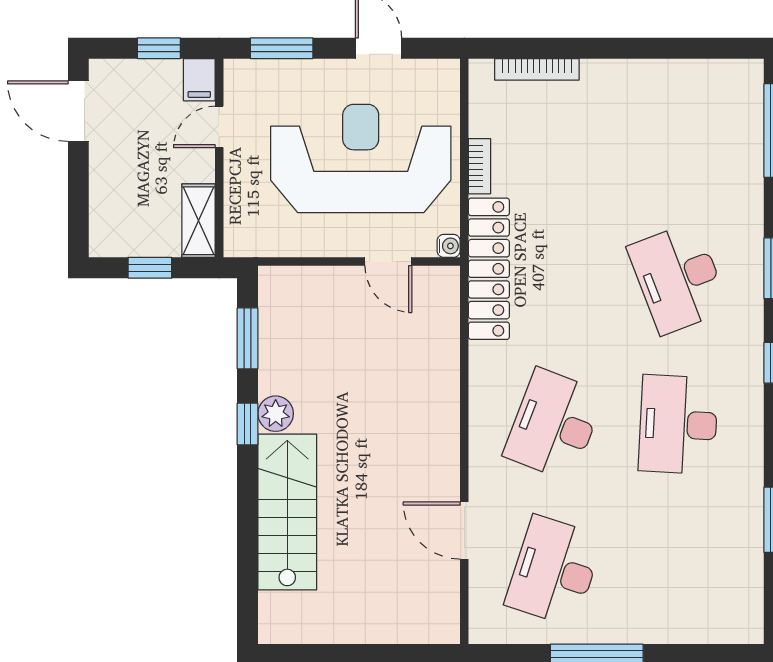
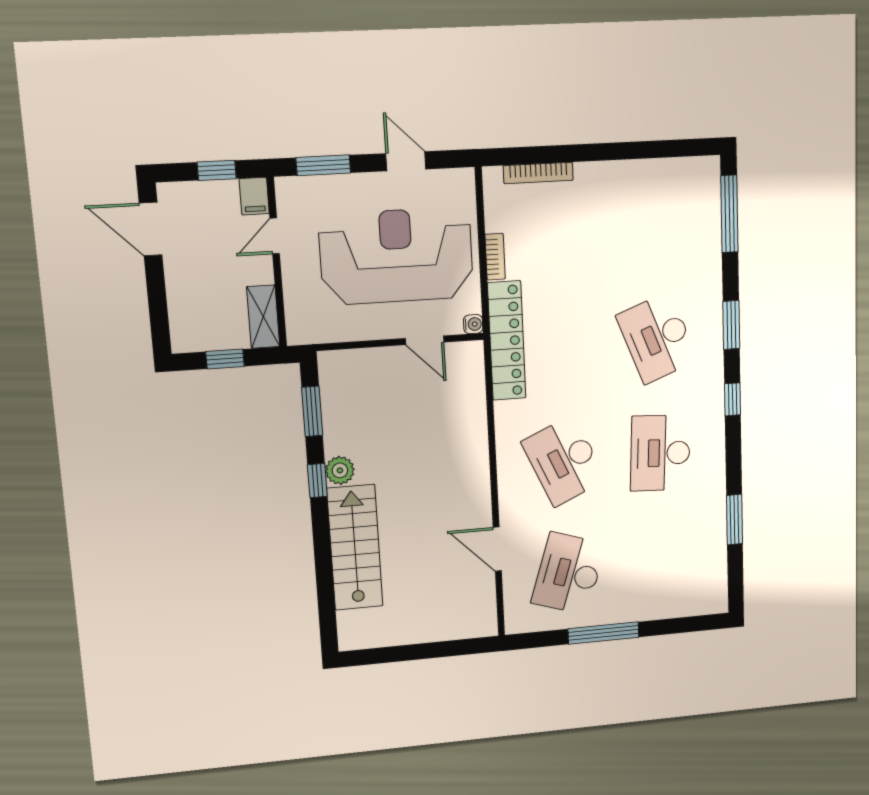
desk: (554, 424) -> (564, 461), turned -45

